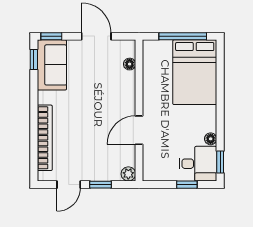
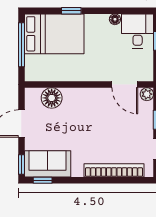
floor lamp: (130, 64) -> (52, 98), width x1.89, depth x1.89
door: (139, 130) -> (125, 85), moved
window: (220, 162) -> (71, 11), moved

